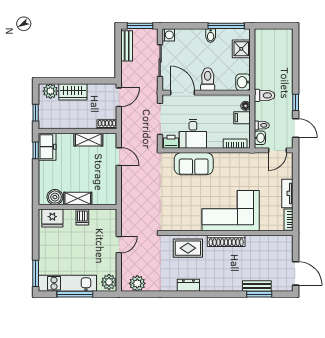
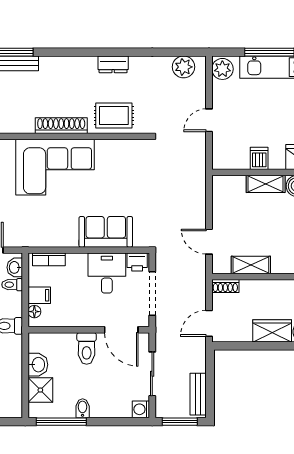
washbasin: (243, 82) -> (38, 365), moved

